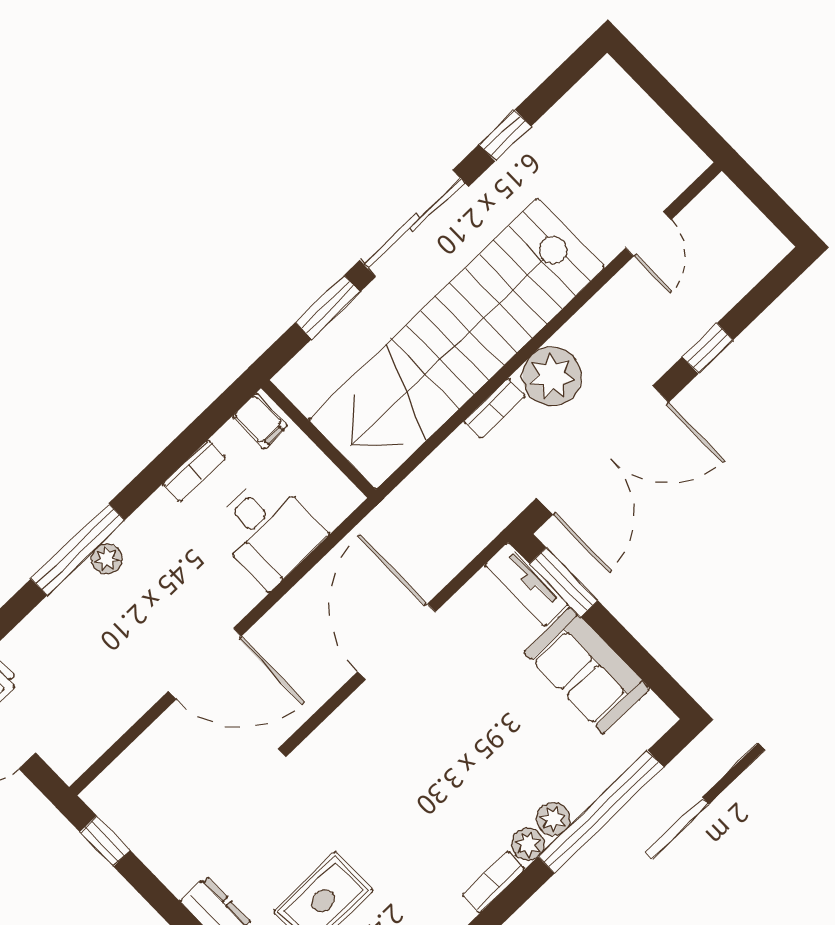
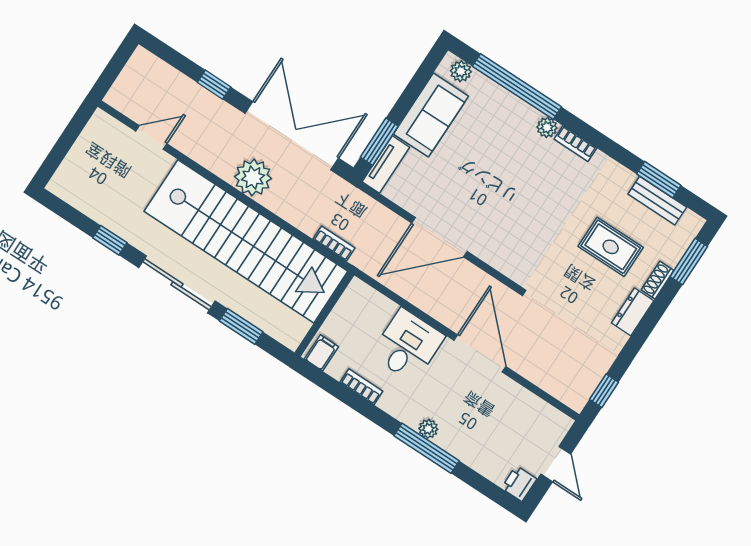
bookcase: (495, 409) -> (334, 244), moved
desk: (268, 531) -> (408, 345), moved
plant: (553, 819) -> (461, 71), moved

